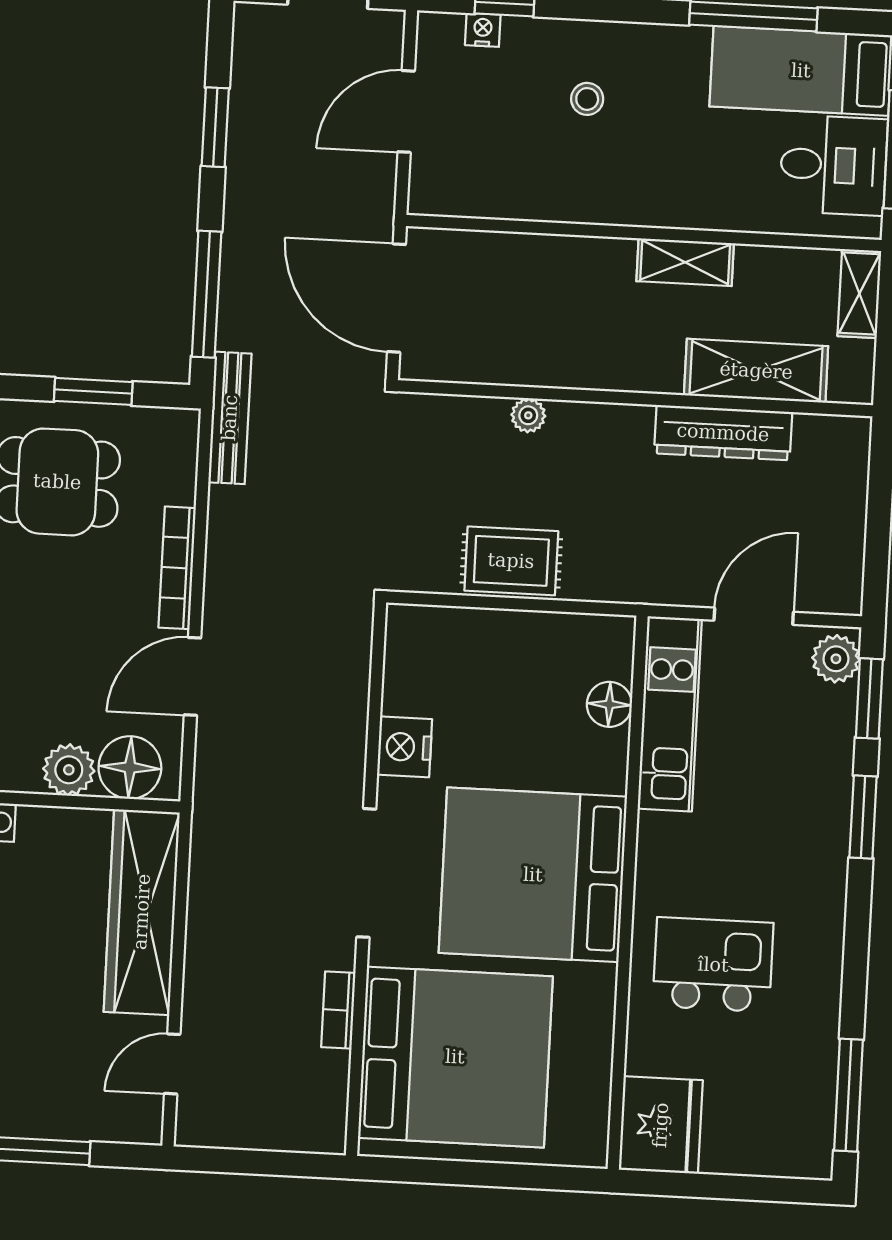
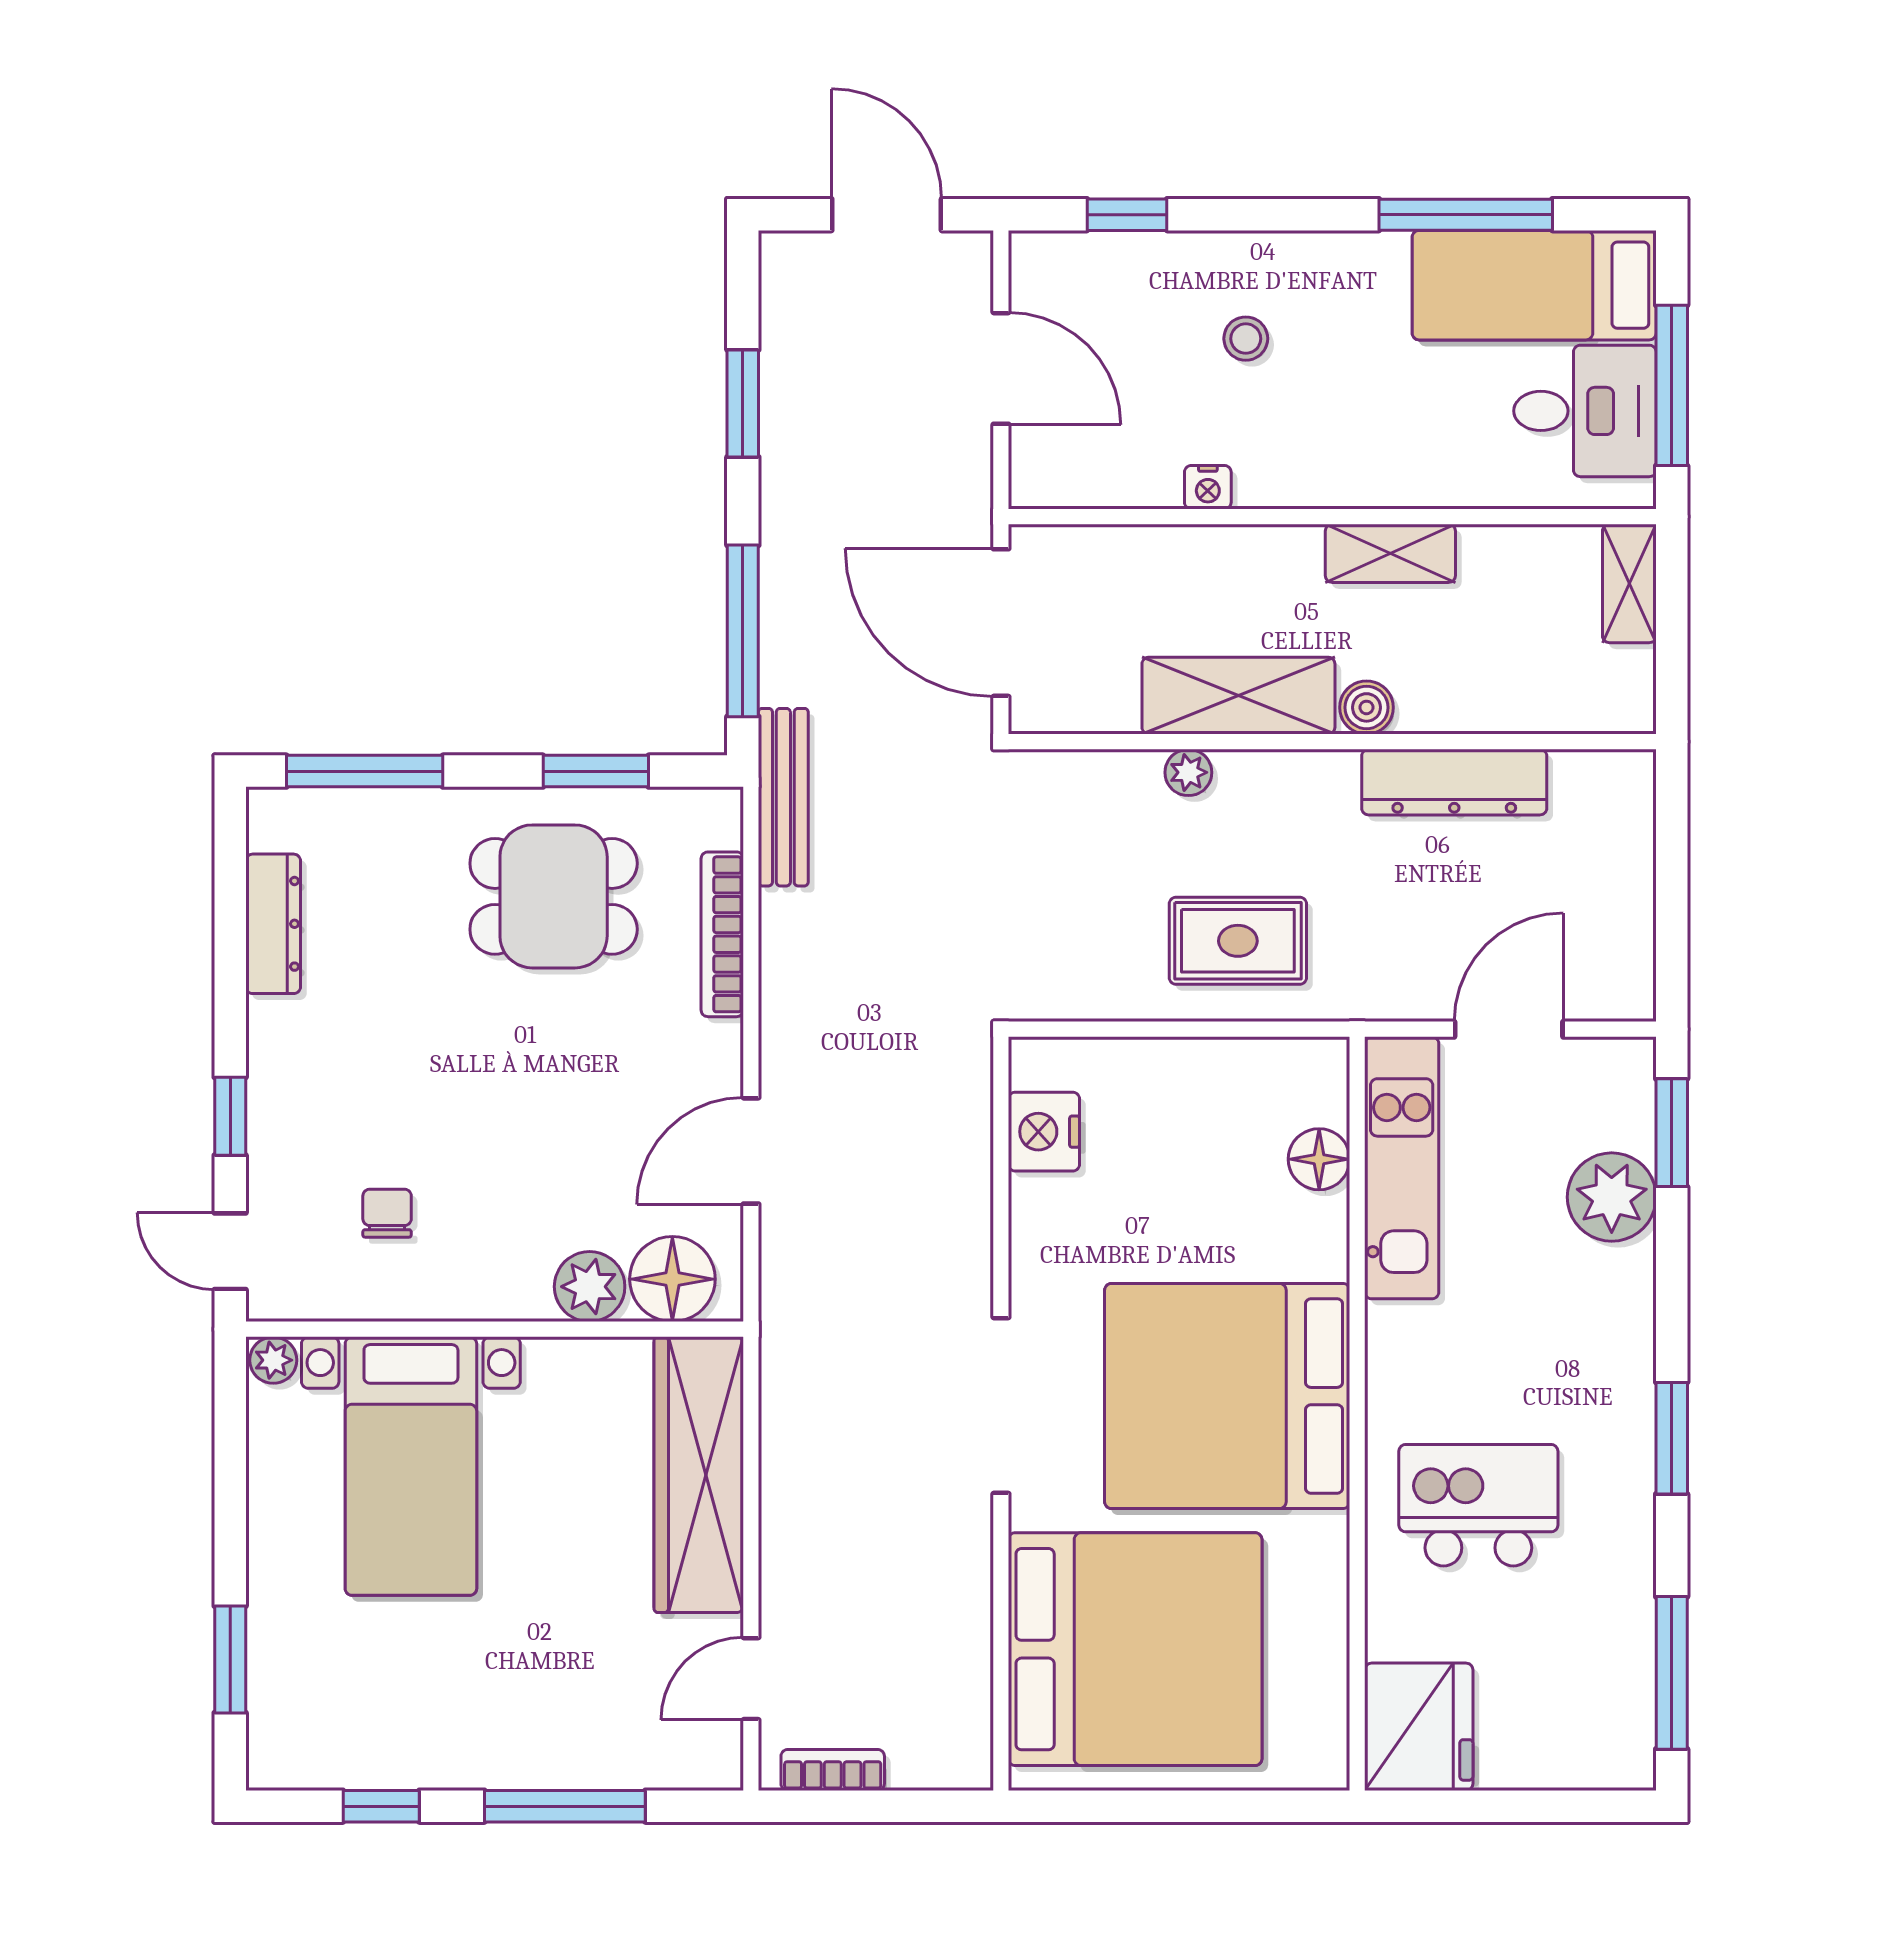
nightstand: (483, 30) -> (1208, 487), moved, turned 180
door: (406, 111) -> (1001, 368), swing flipped
shelving: (756, 371) -> (1238, 696), moved
boiler: (662, 374) -> (1366, 707), added
rug: (511, 561) -> (1238, 941), moved
bookcase: (177, 568) -> (722, 934), moved
plant: (836, 659) -> (1612, 1197), moved, width x1.36, depth x1.36
nightstand: (405, 747) -> (1044, 1132), moved
window: (863, 817) -> (1672, 1438), moved
bookcase: (338, 1010) -> (833, 1770), moved, turned 90

